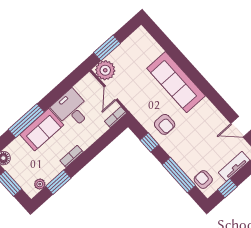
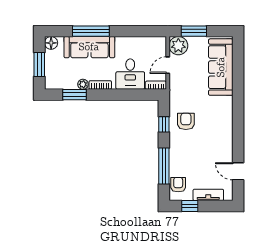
sofa: (176, 82) -> (221, 67), moved
desk: (71, 109) -> (130, 74), moved, turned 180
armchair: (165, 124) -> (186, 121), turned 180
sofa: (42, 130) -> (89, 47), width x1.36
plant: (40, 184) -> (83, 84), moved

